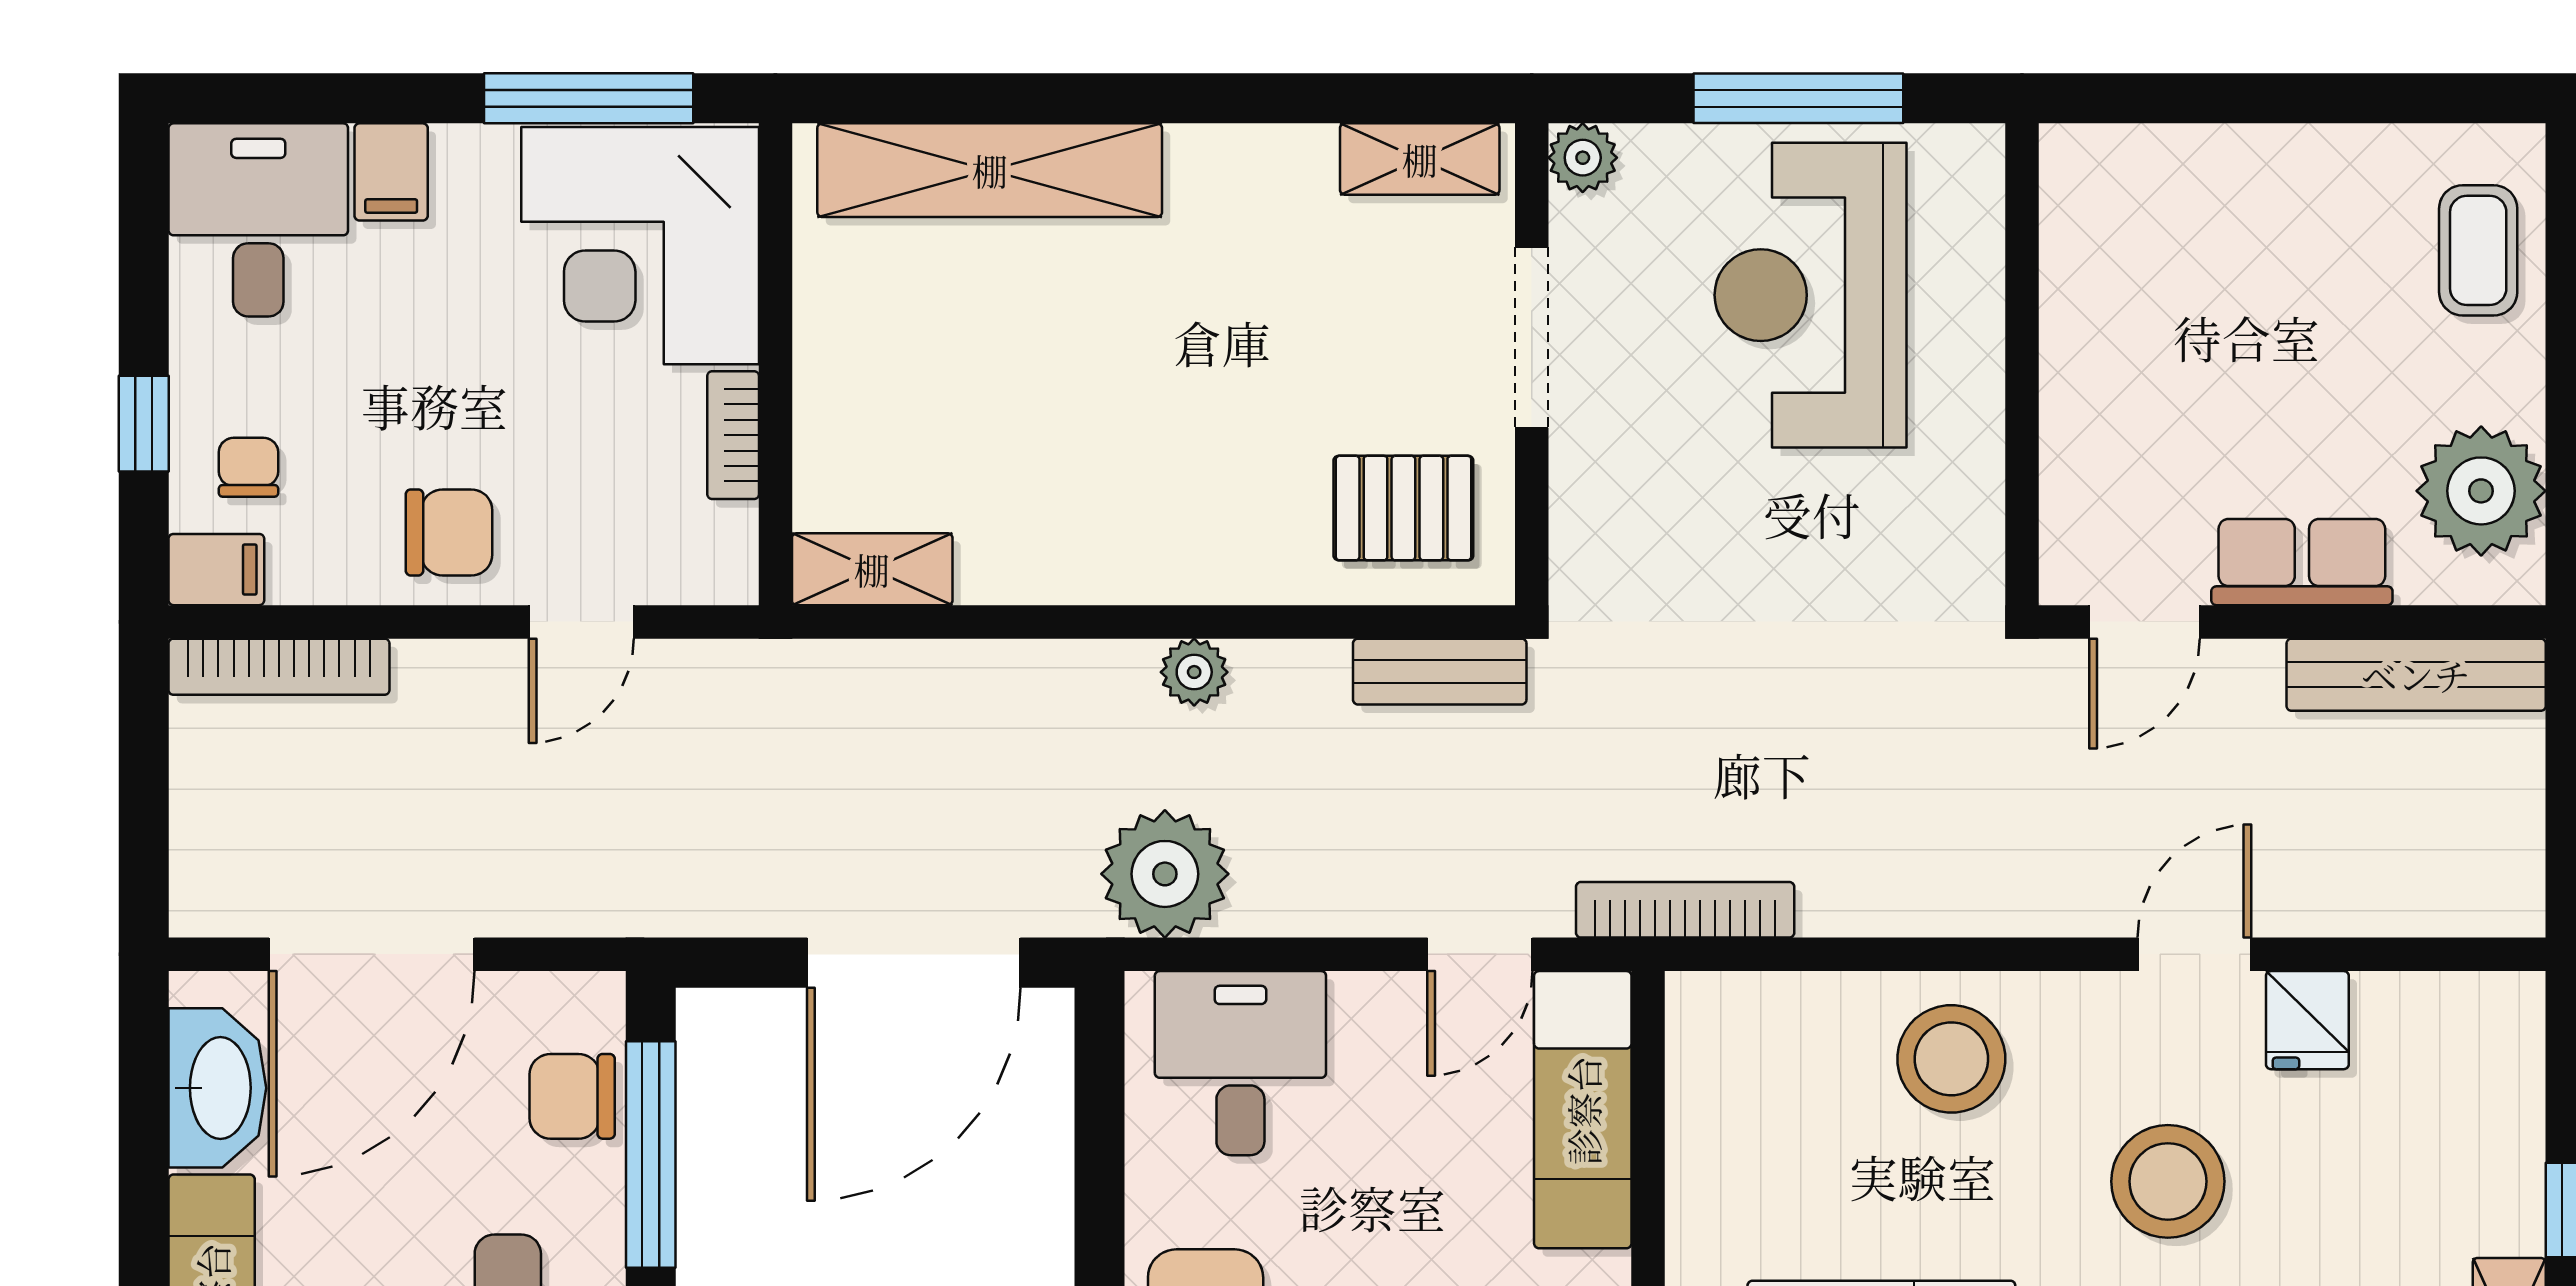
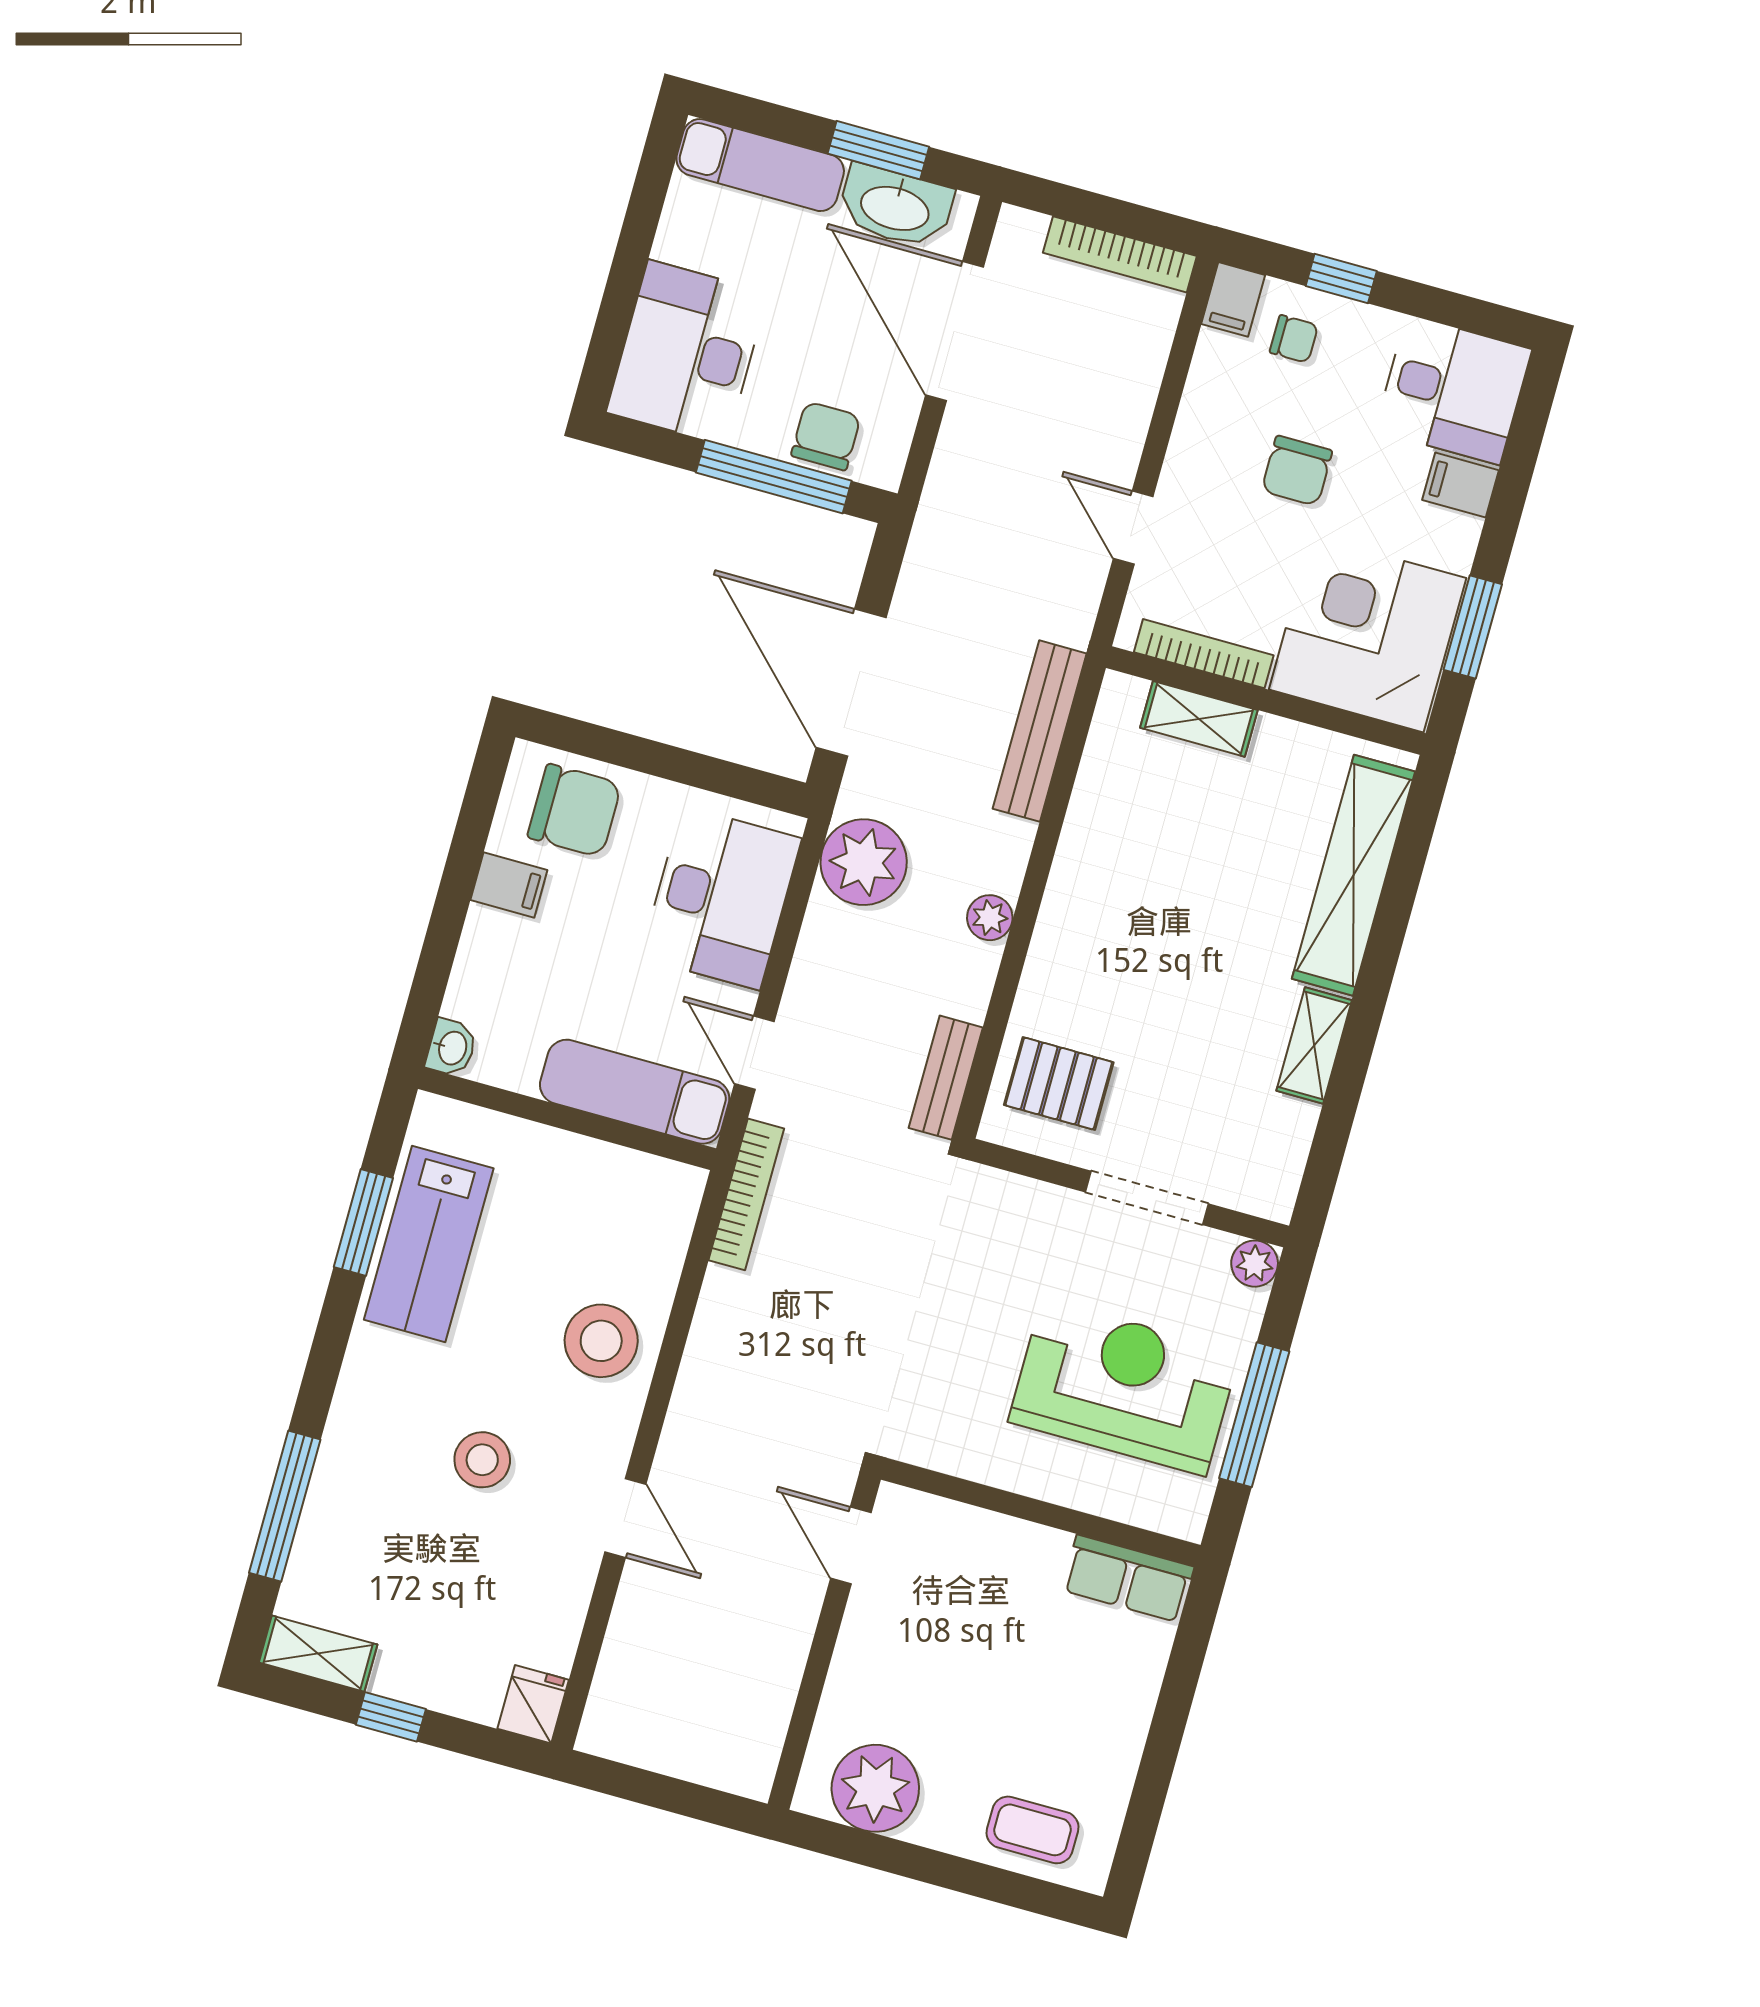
window: (589, 98) -> (1473, 627), width x0.69
shelving: (1420, 159) -> (1314, 1045), moved
bookcase: (733, 435) -> (1204, 654), width x1.56
pallet: (1403, 508) -> (1059, 1084), turned 90
chair: (449, 532) -> (1297, 471), moved
row of seats: (2302, 562) -> (1128, 1579), moved, turned 90
shelving: (872, 569) -> (1199, 719), moved, turned 90
bookcase: (279, 667) -> (1120, 254), moved, turned -90
bench: (2416, 675) -> (1040, 731), moved
fridge: (2307, 1020) -> (533, 1704), moved, turned 90
desk: (1240, 1063) -> (721, 898), width x1.37
window: (144, 1135) -> (878, 150), added
stool: (2168, 1181) -> (482, 1460), width x0.73, depth x0.73

